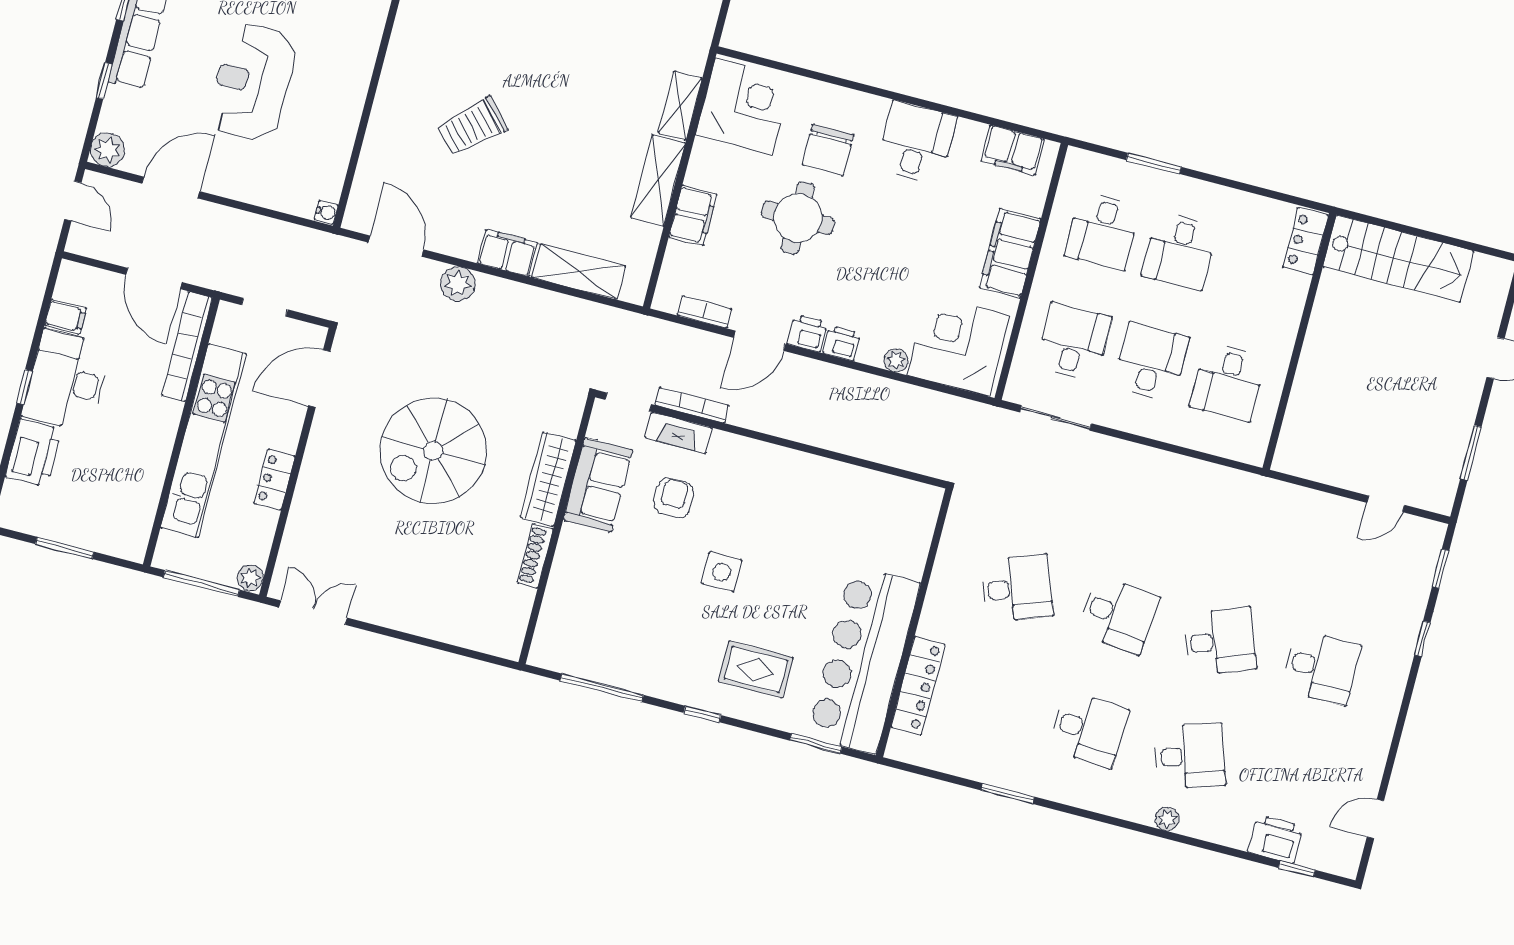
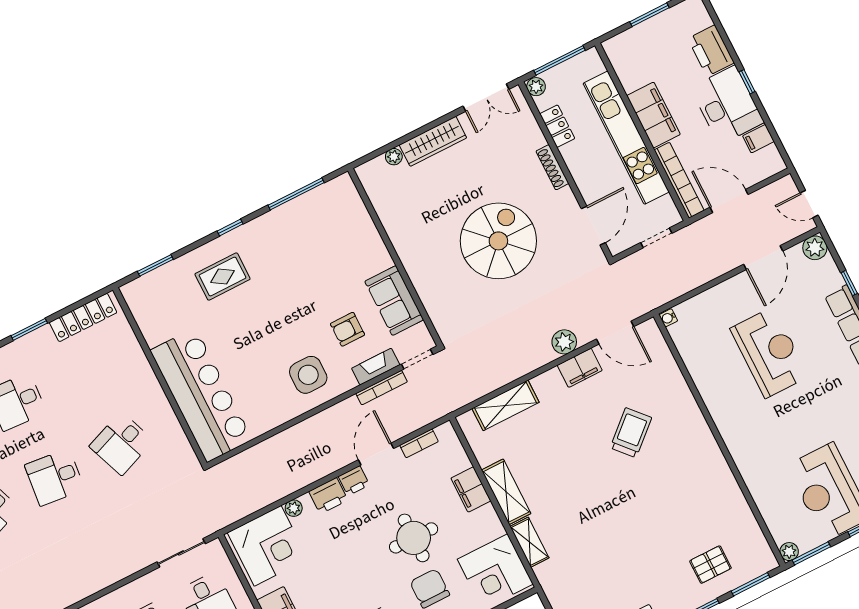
filing cabinet: (508, 253) -> (580, 368), moved
printer: (842, 343) -> (328, 496), width x1.36, depth x1.24
filing cabinet: (154, 439) -> (653, 115), added
wardrobe: (548, 479) -> (433, 141), moved, turned 90
locker: (274, 480) -> (557, 126), moved
armchair: (674, 498) -> (347, 329), turned 90
shoe rack: (535, 556) -> (552, 167), moved, turned 180
side table: (722, 572) -> (308, 375), moved, width x1.37, depth x1.37
plant: (465, 636) -> (394, 157), added
bar counter: (864, 660) -> (201, 395), moved
locker: (918, 686) -> (83, 317), moved, turned -90

